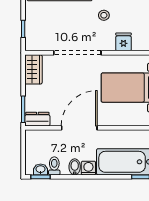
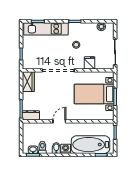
door: (79, 128) -> (59, 121), width x0.53

